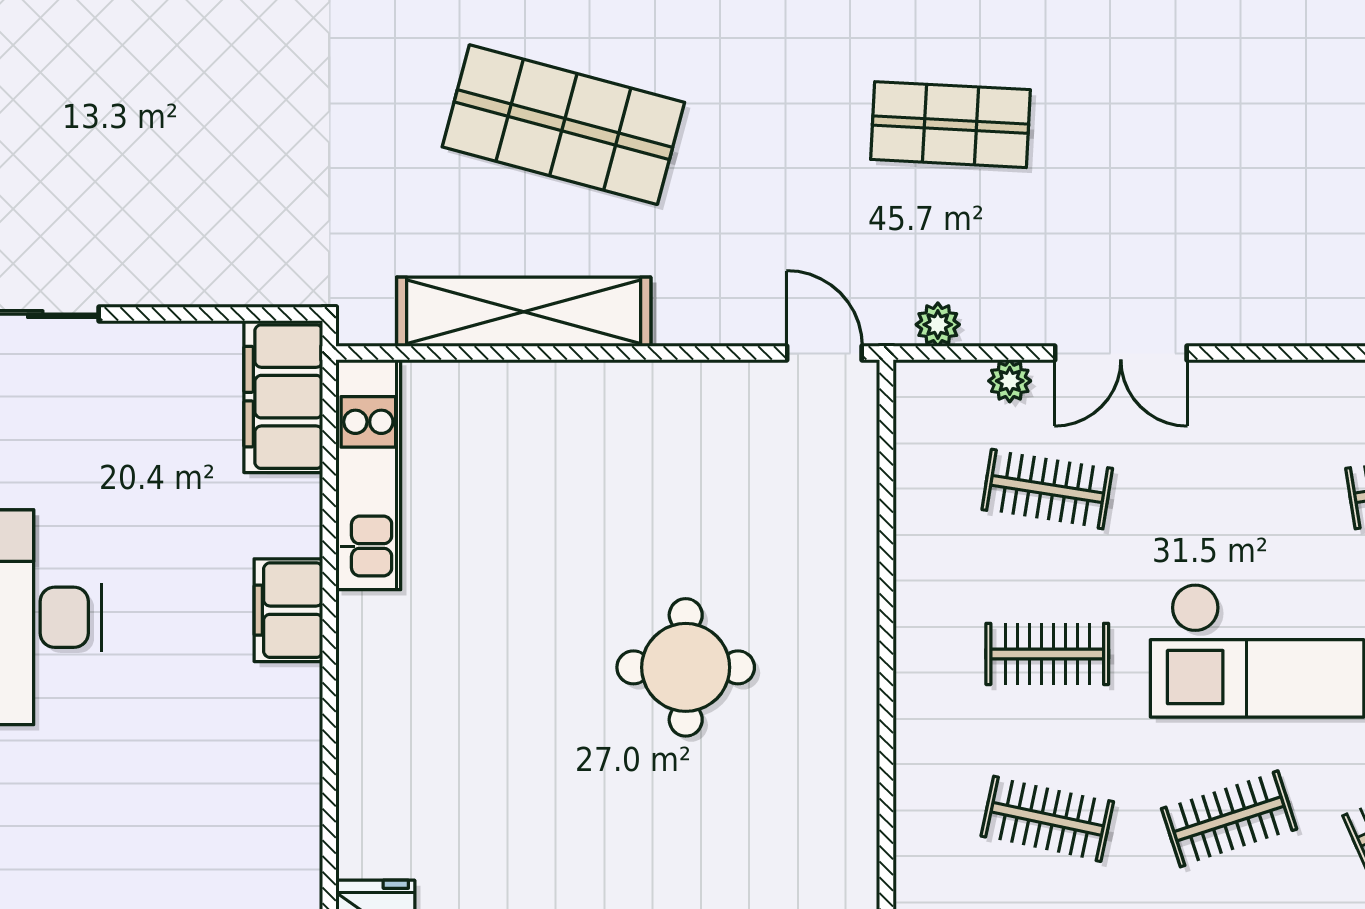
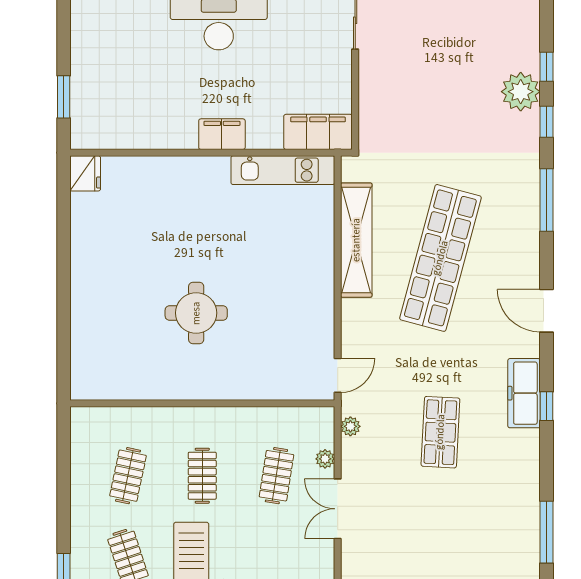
shop shelf: (563, 125) -> (440, 258), width x1.40

